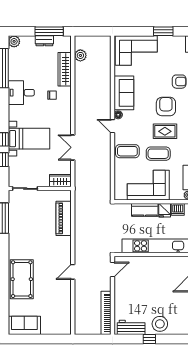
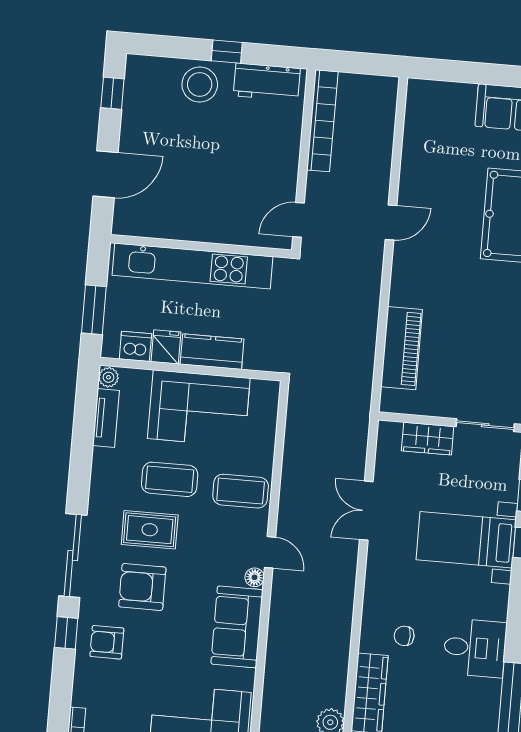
armchair: (166, 107) -> (142, 587), turned 90
double door: (73, 147) -> (366, 511), swing flipped
wardrobe: (60, 181) -> (428, 439), moved

